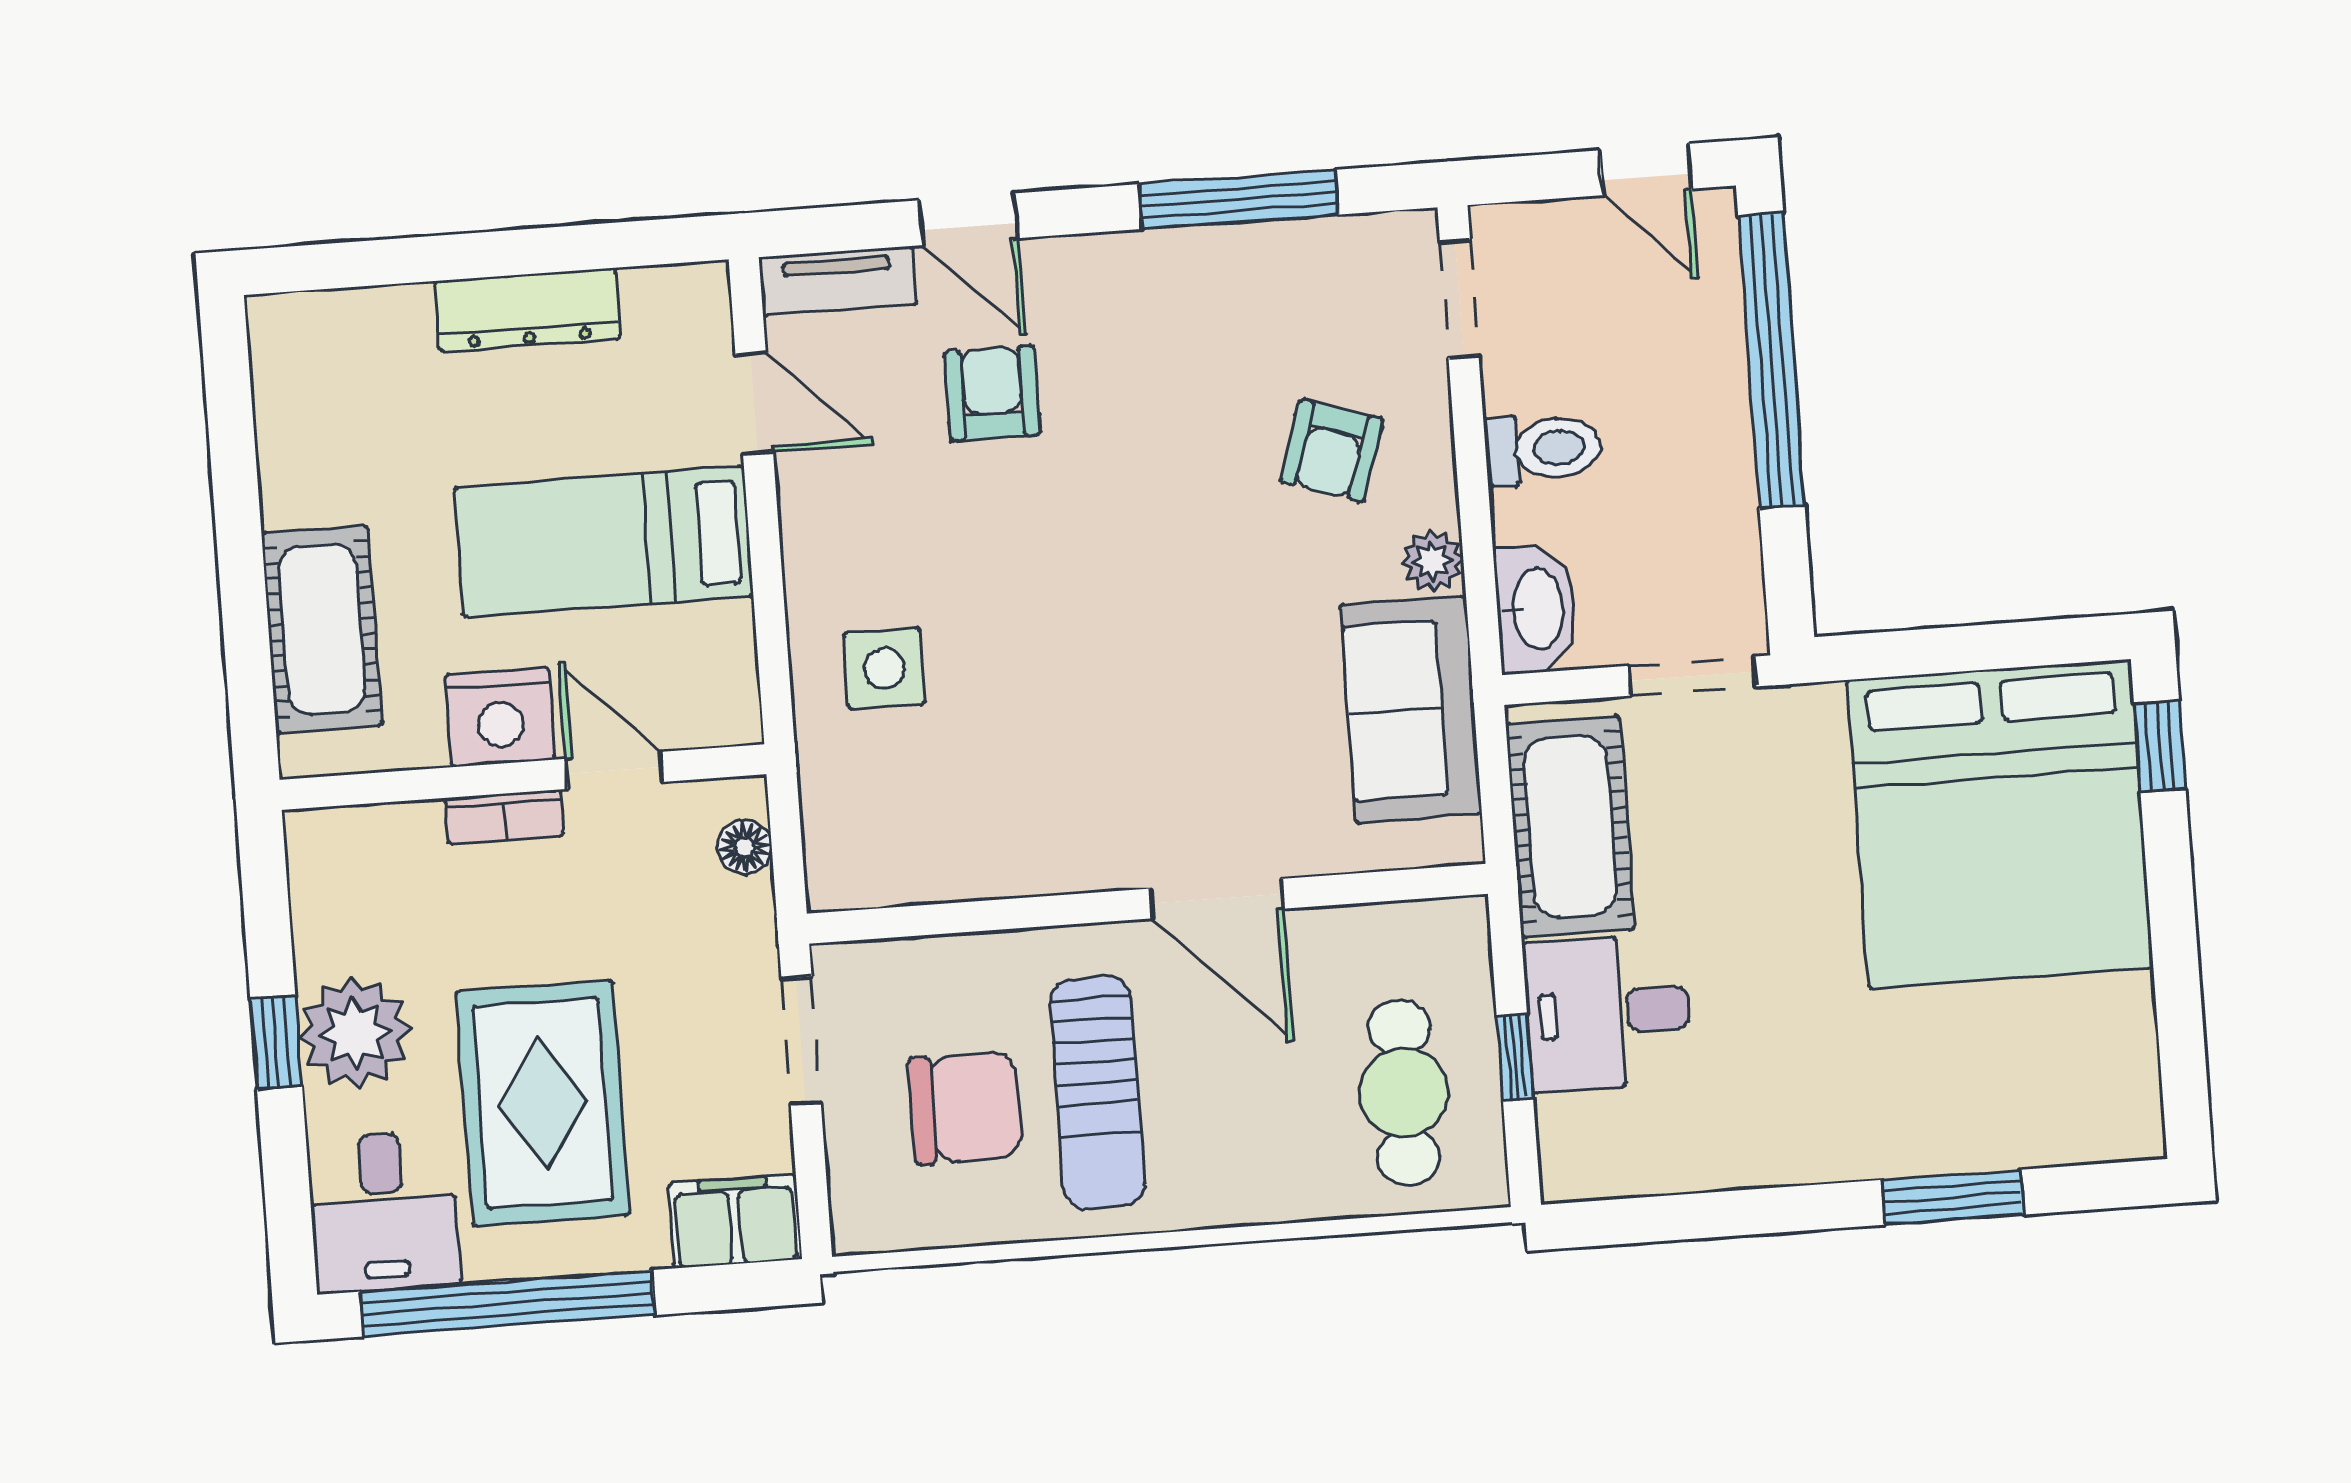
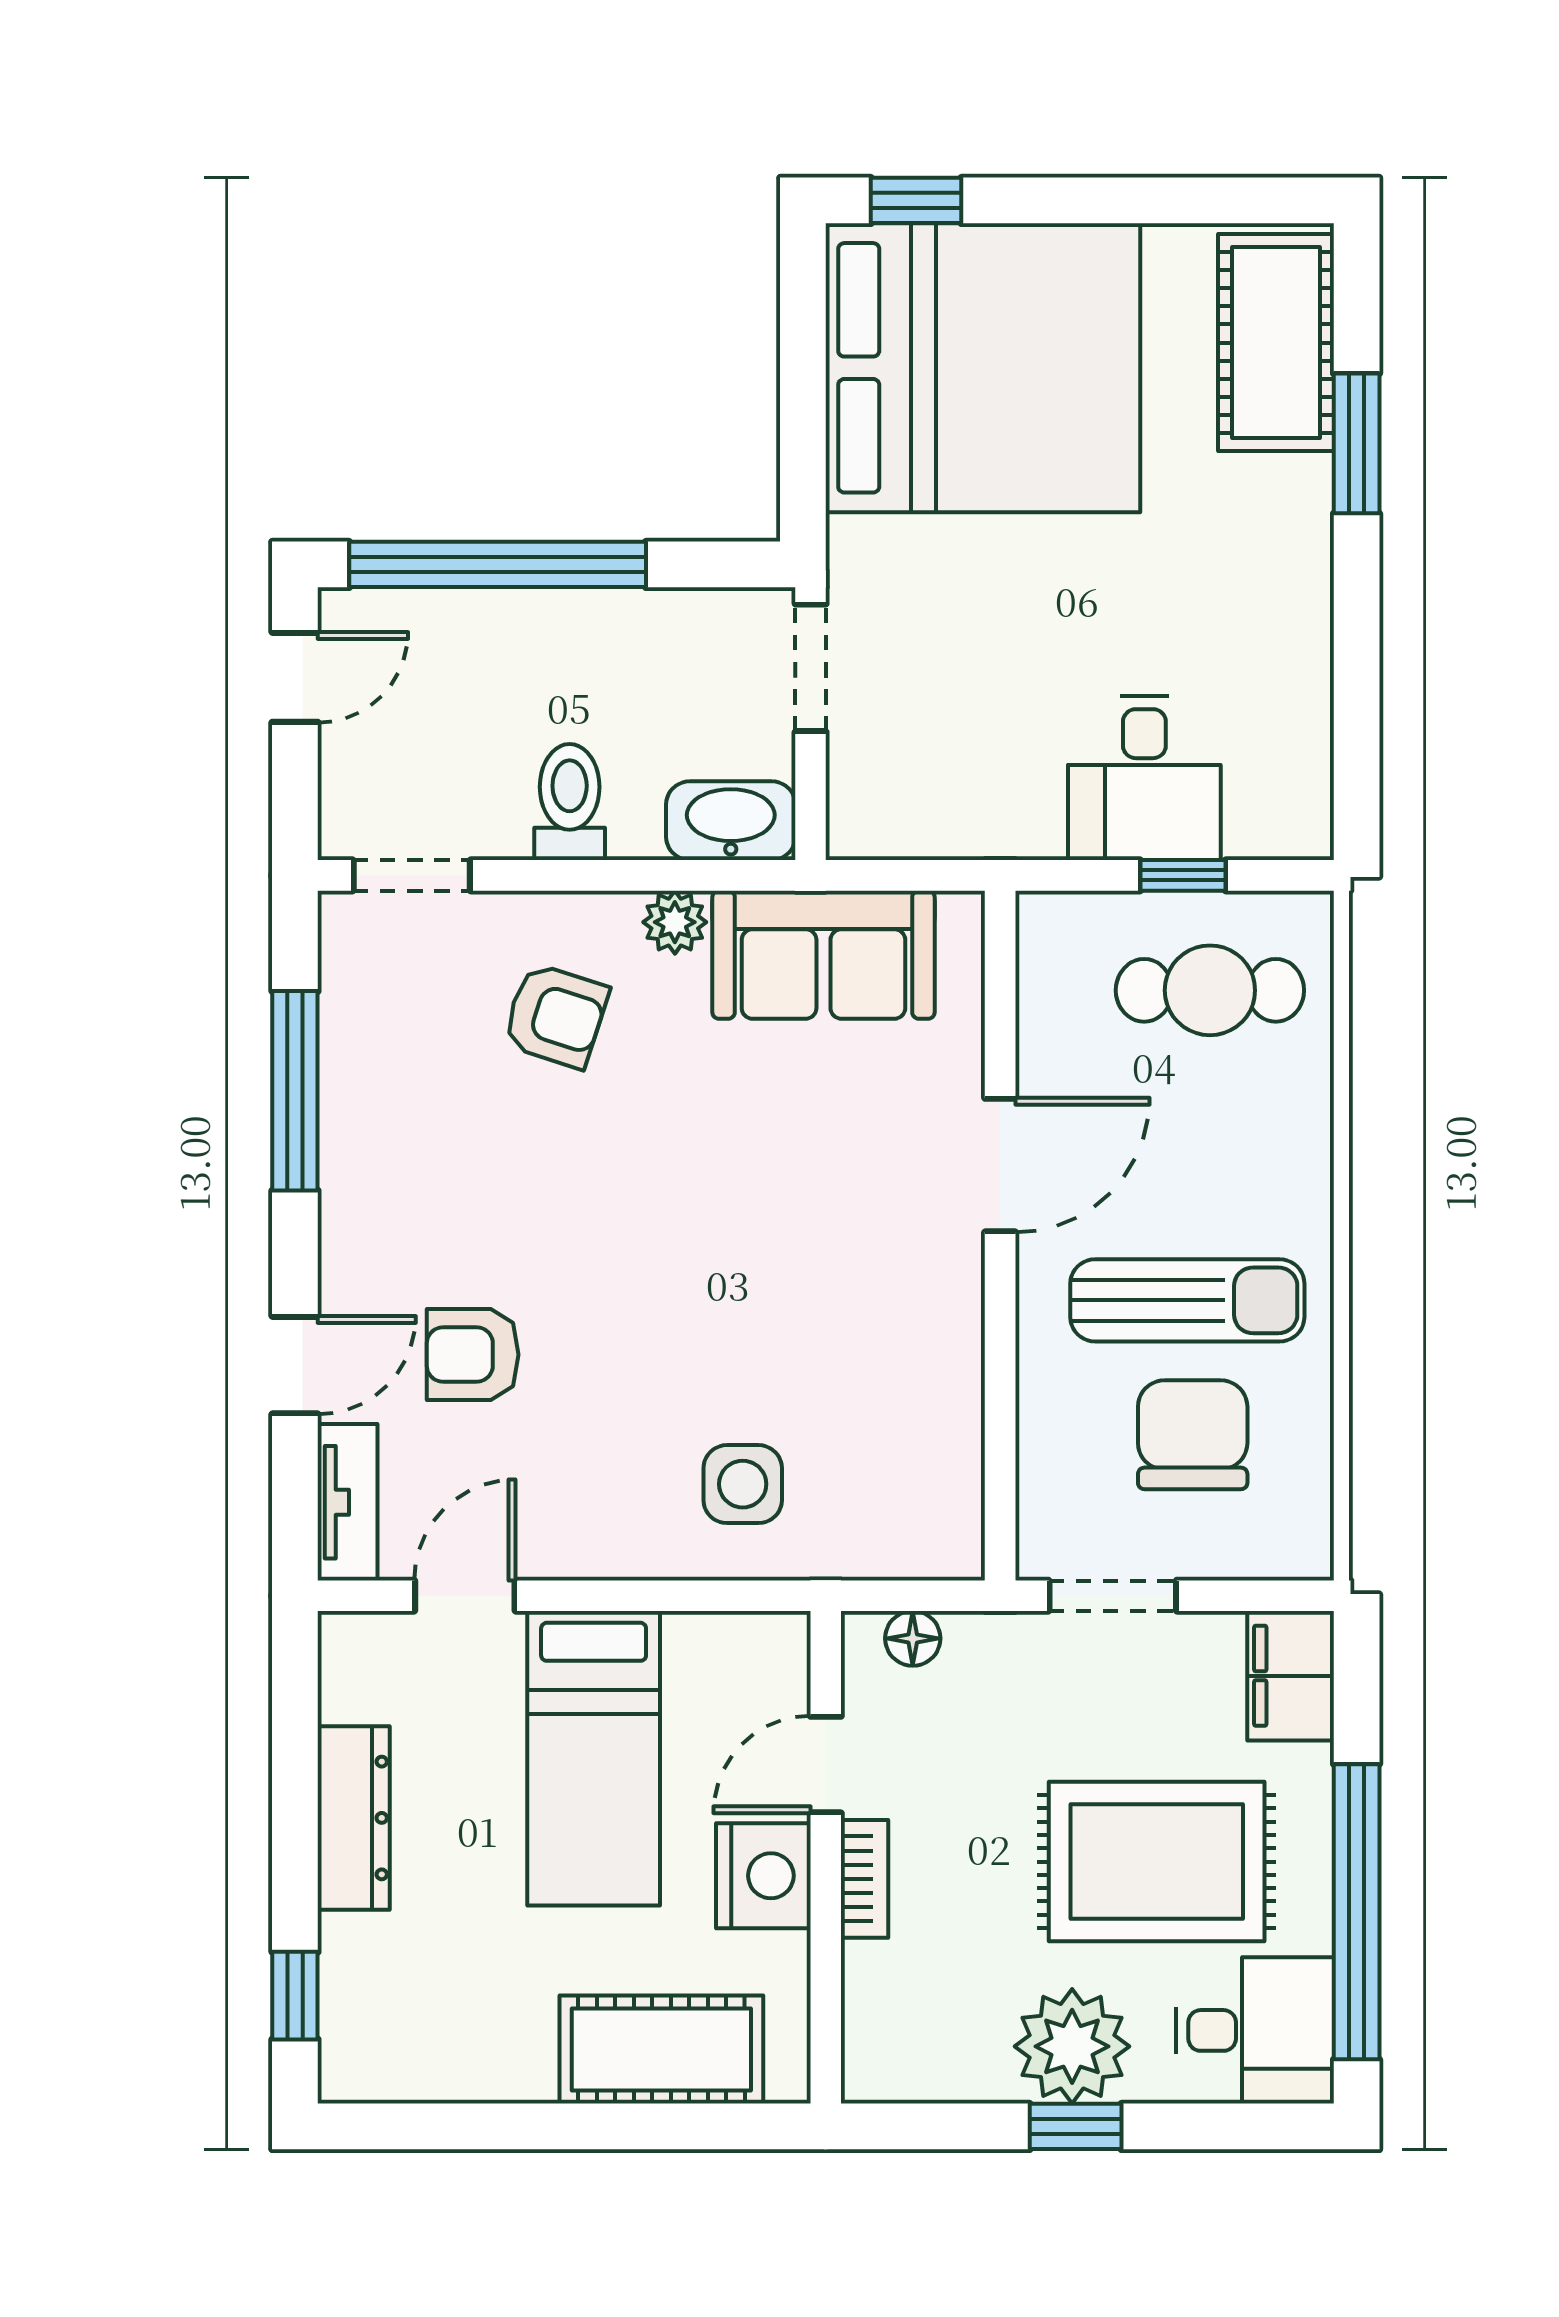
window: (348, 265) -> (295, 1996), added
cot: (1570, 827) -> (1276, 343), moved, turned 90

